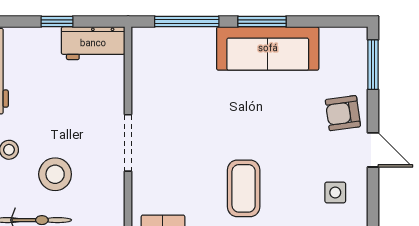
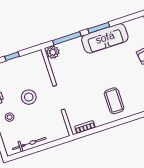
plant: (147, 41) -> (53, 52), added
workbench: (93, 43) -> (30, 60), removed
stool: (55, 174) -> (29, 97), moved

